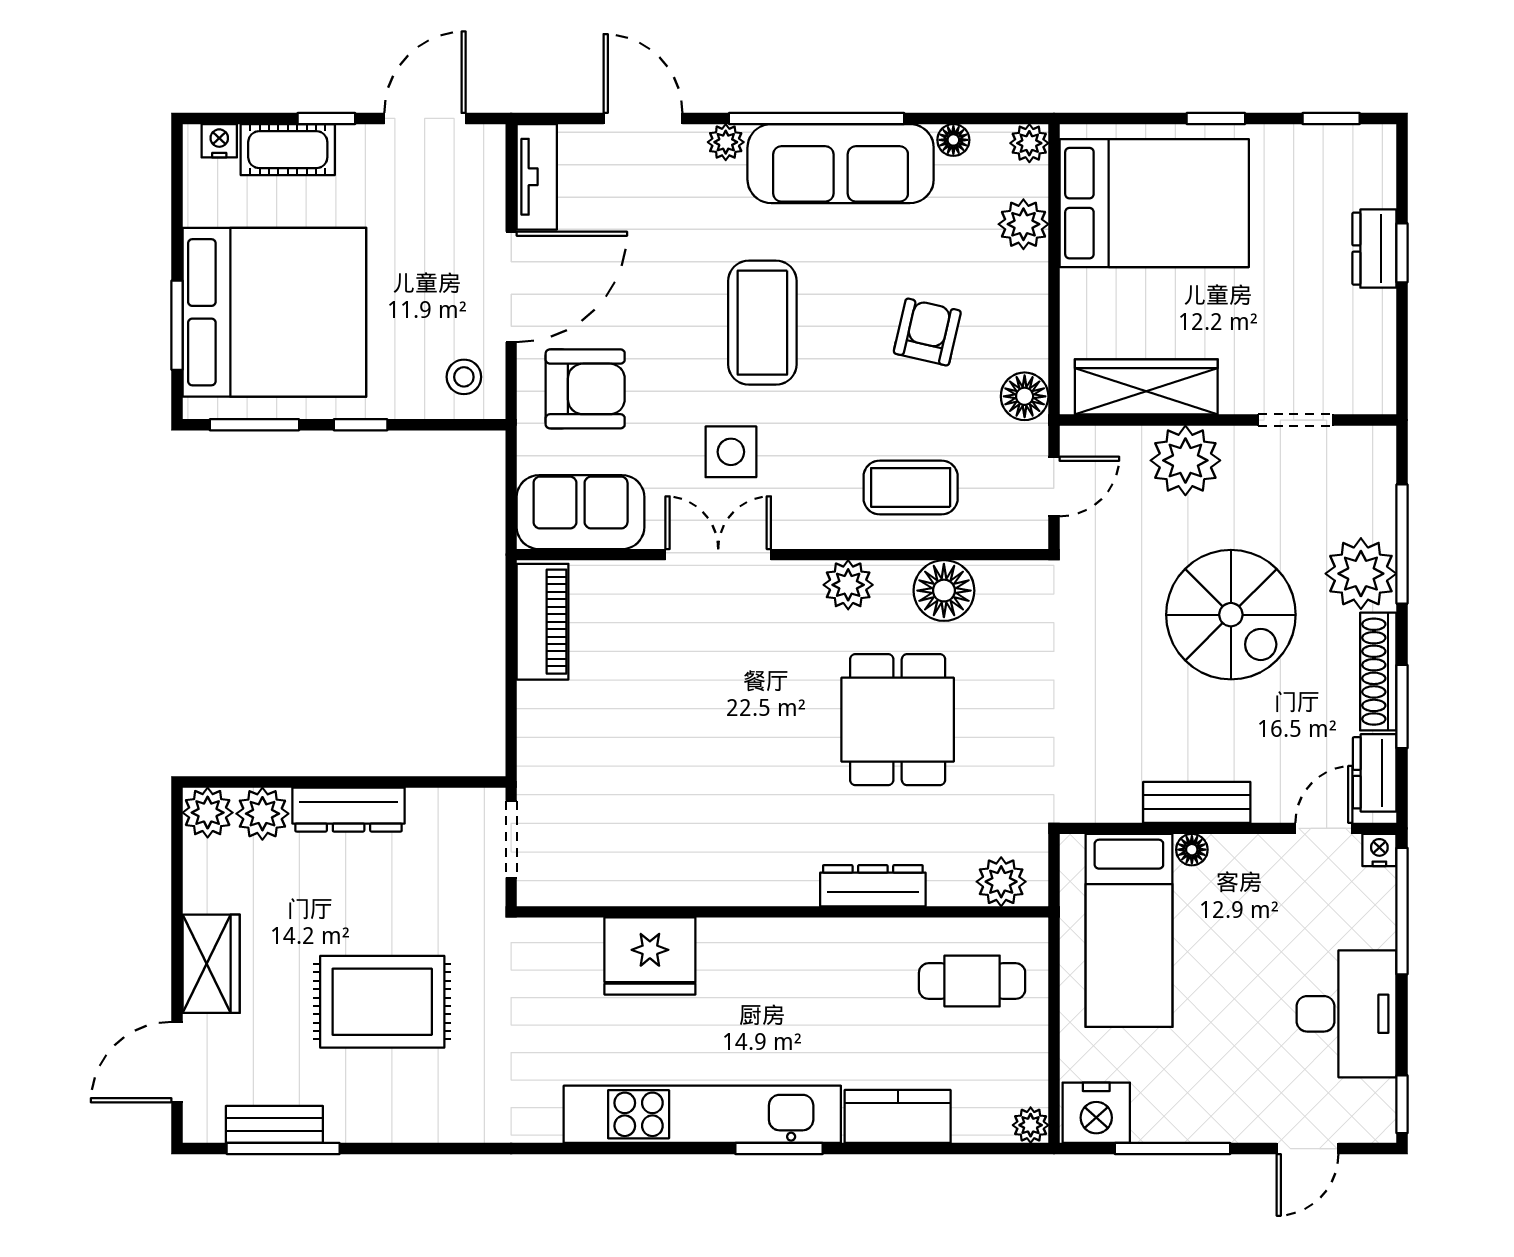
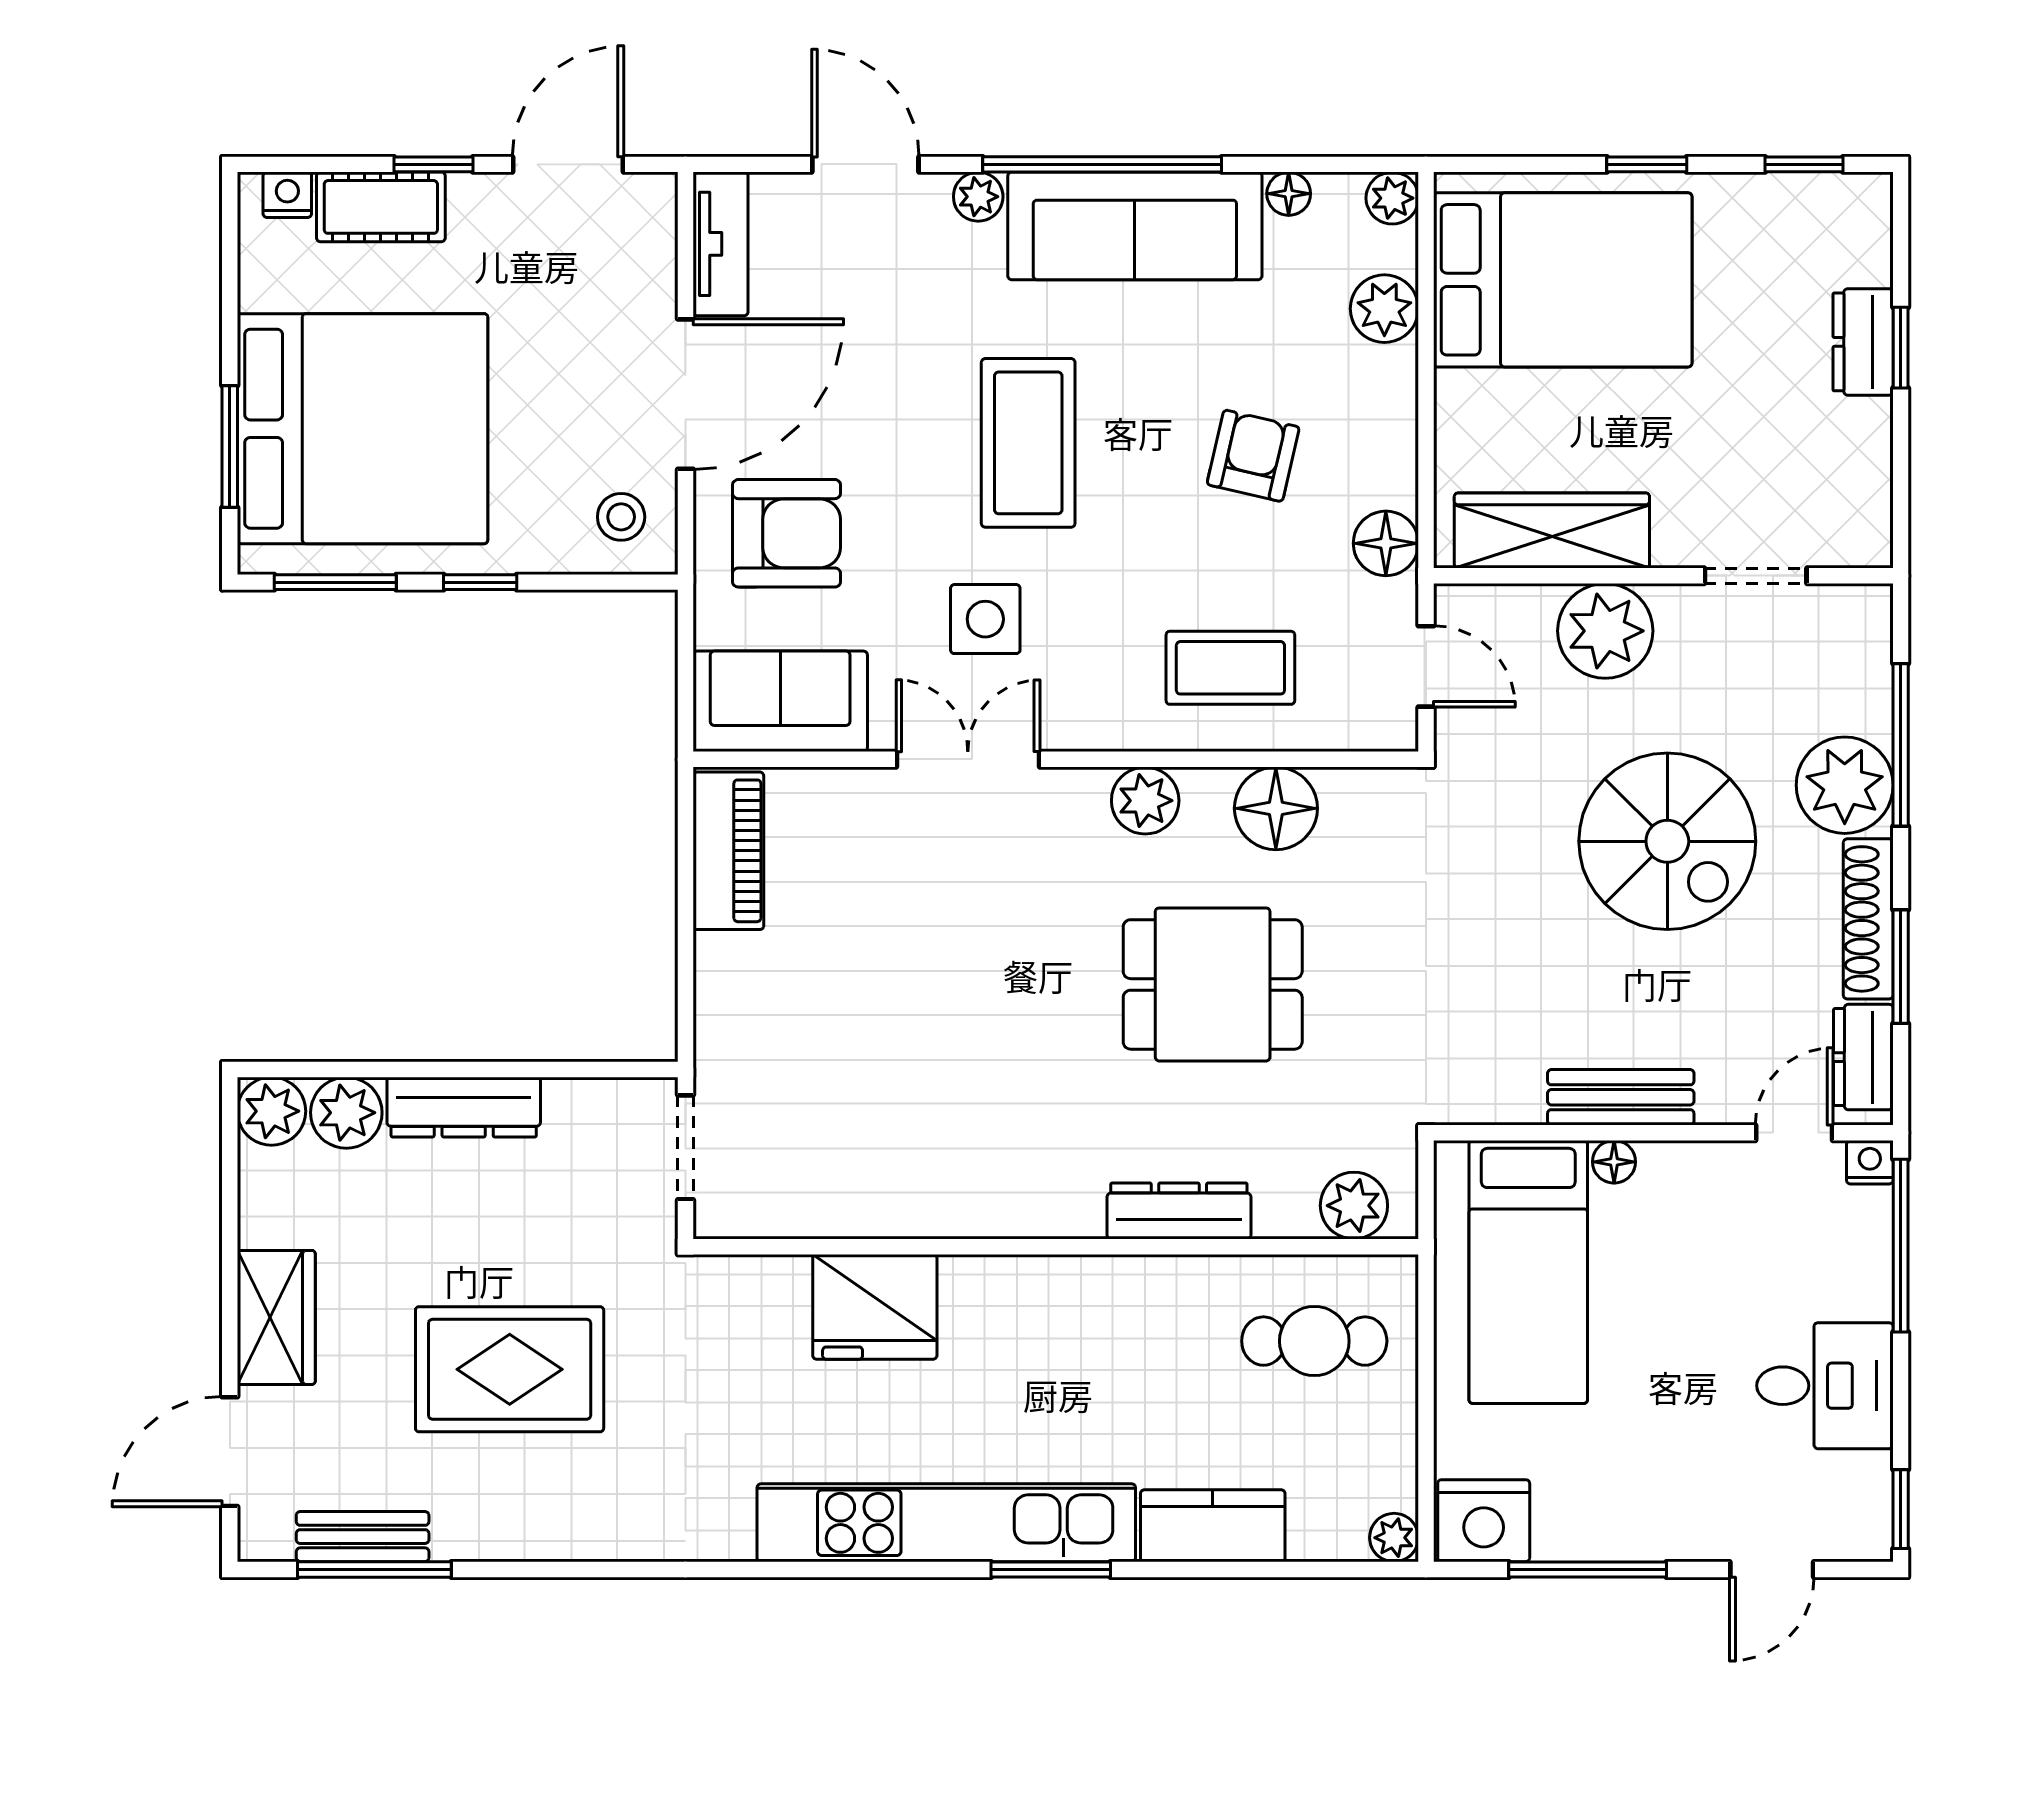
door: (1054, 487) -> (1426, 666), hinge flipped
dining table: (898, 720) -> (1213, 984), turned 90
desk: (1346, 1014) -> (1825, 1386), width x0.73

